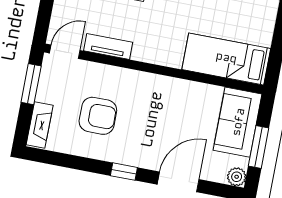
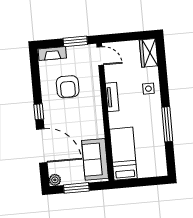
tv unit: (108, 47) -> (112, 97), moved
sofa: (238, 122) -> (95, 159), moved, turned -90
door: (178, 182) -> (42, 146), width x1.36

